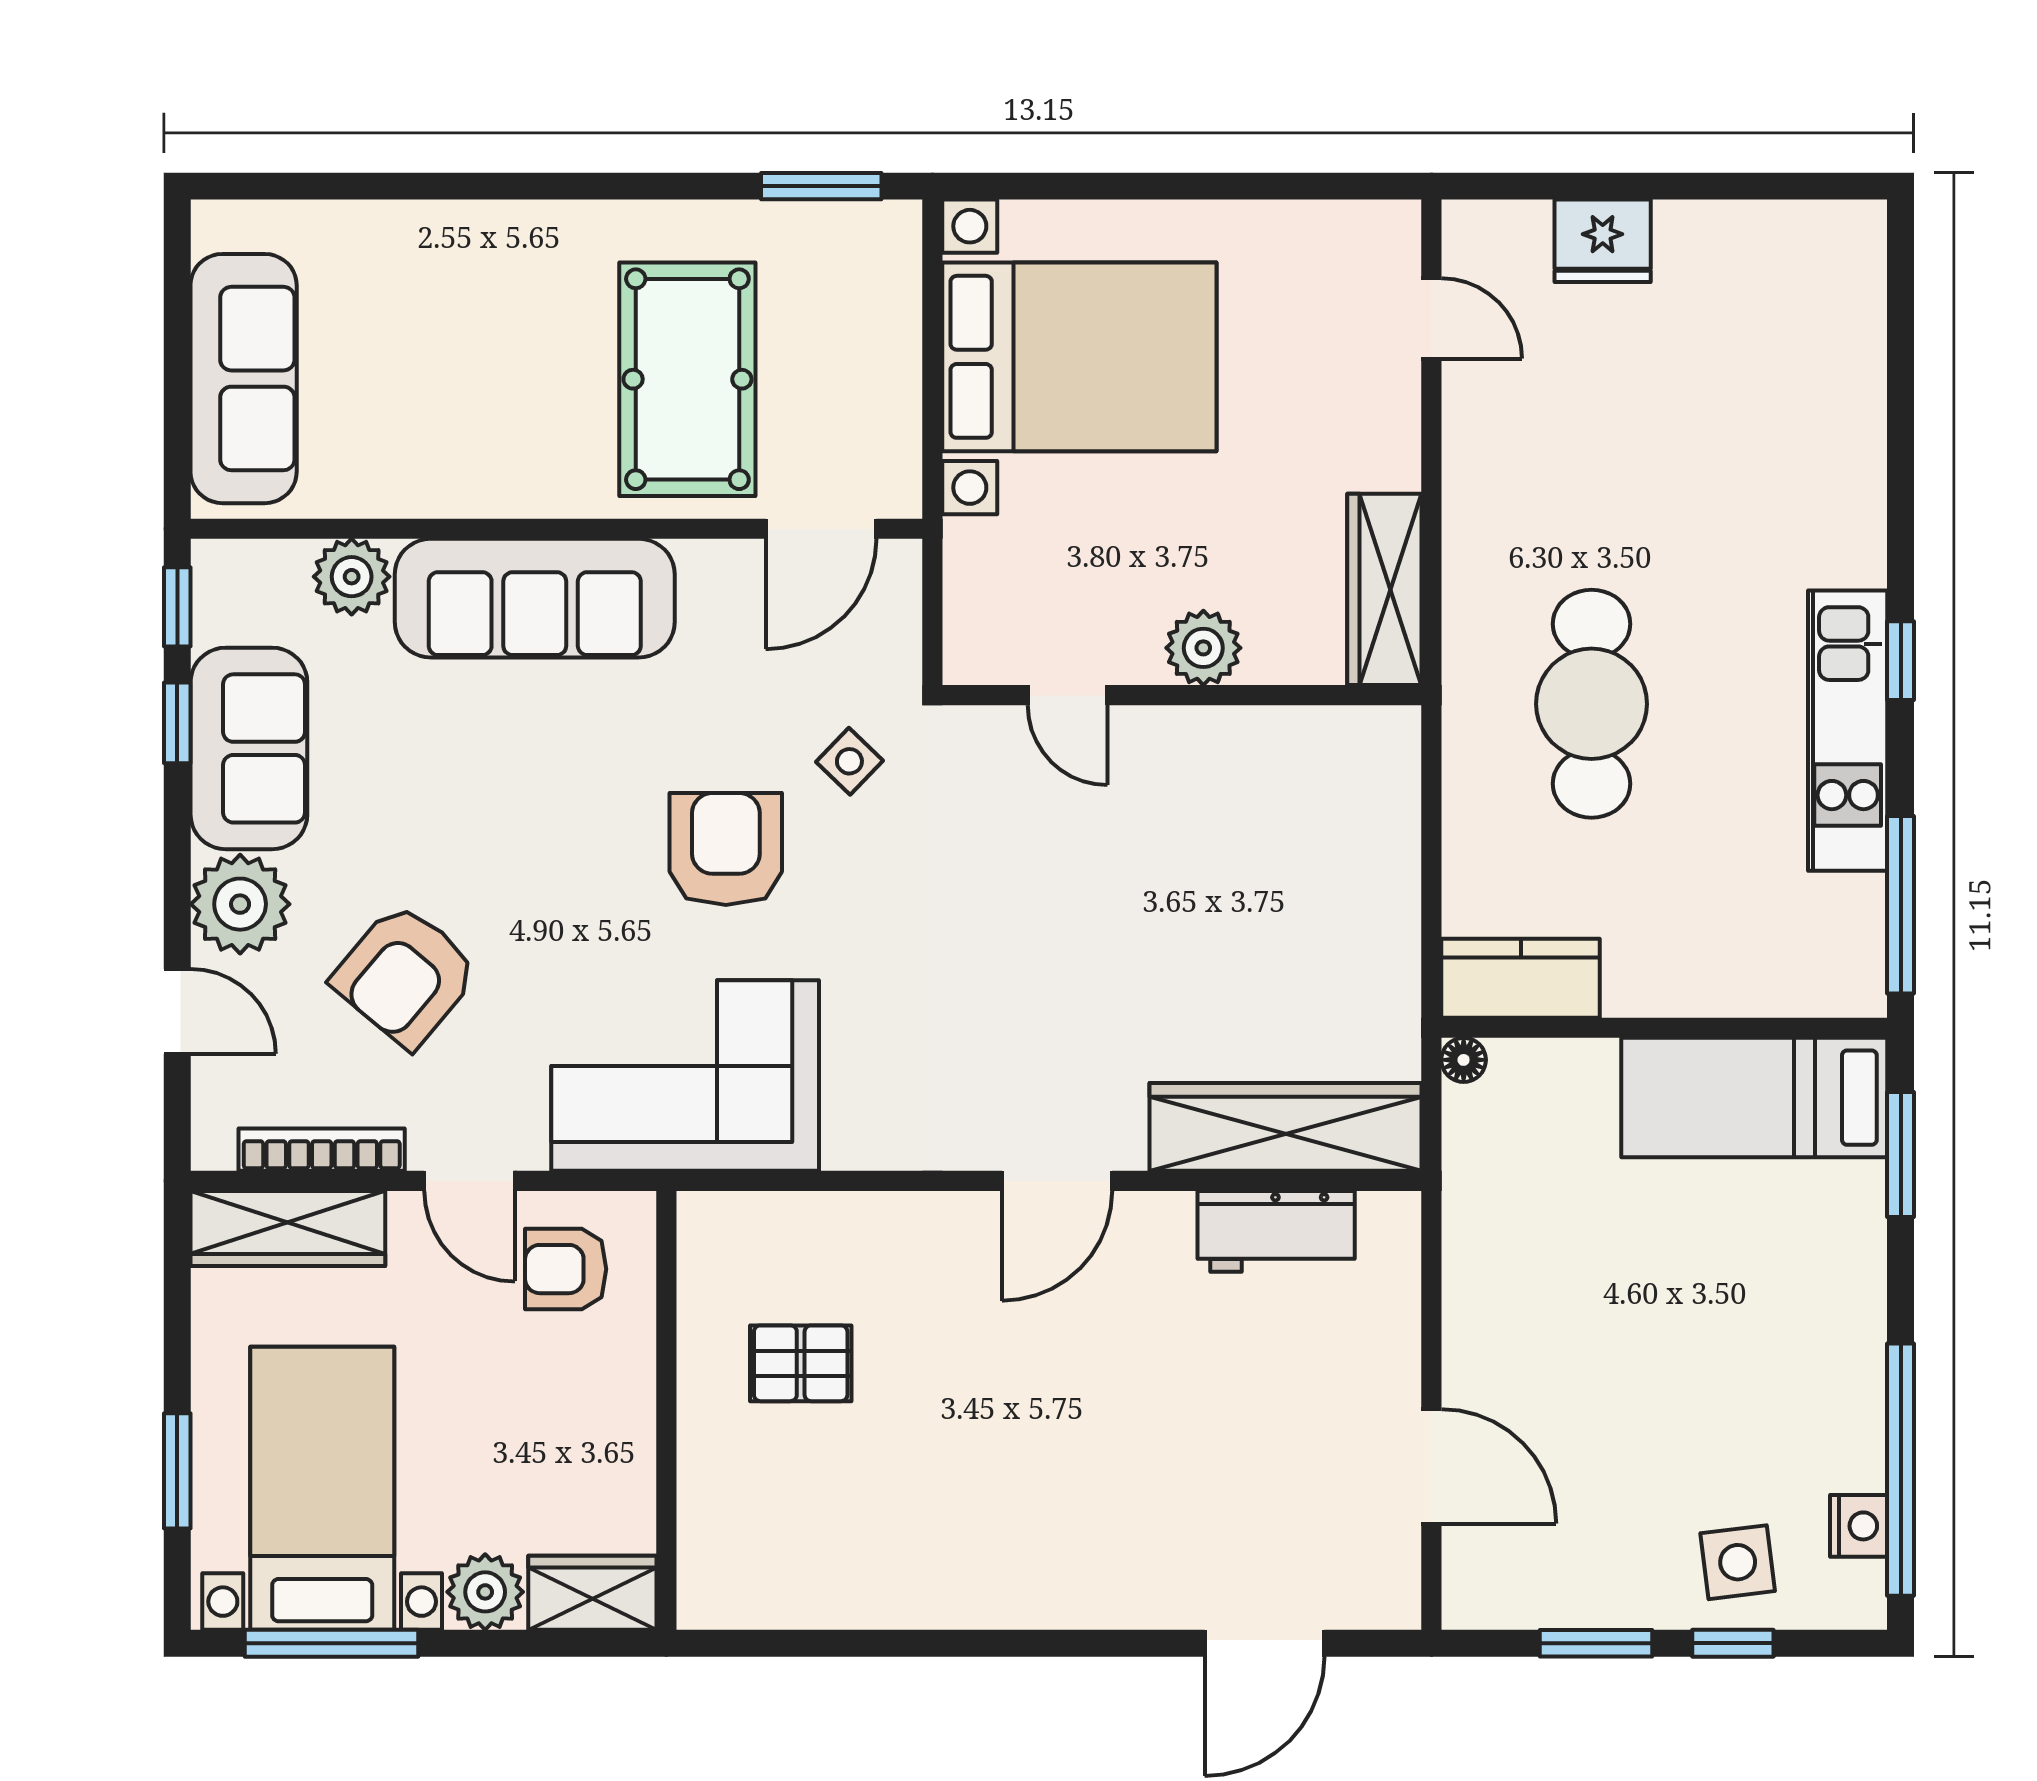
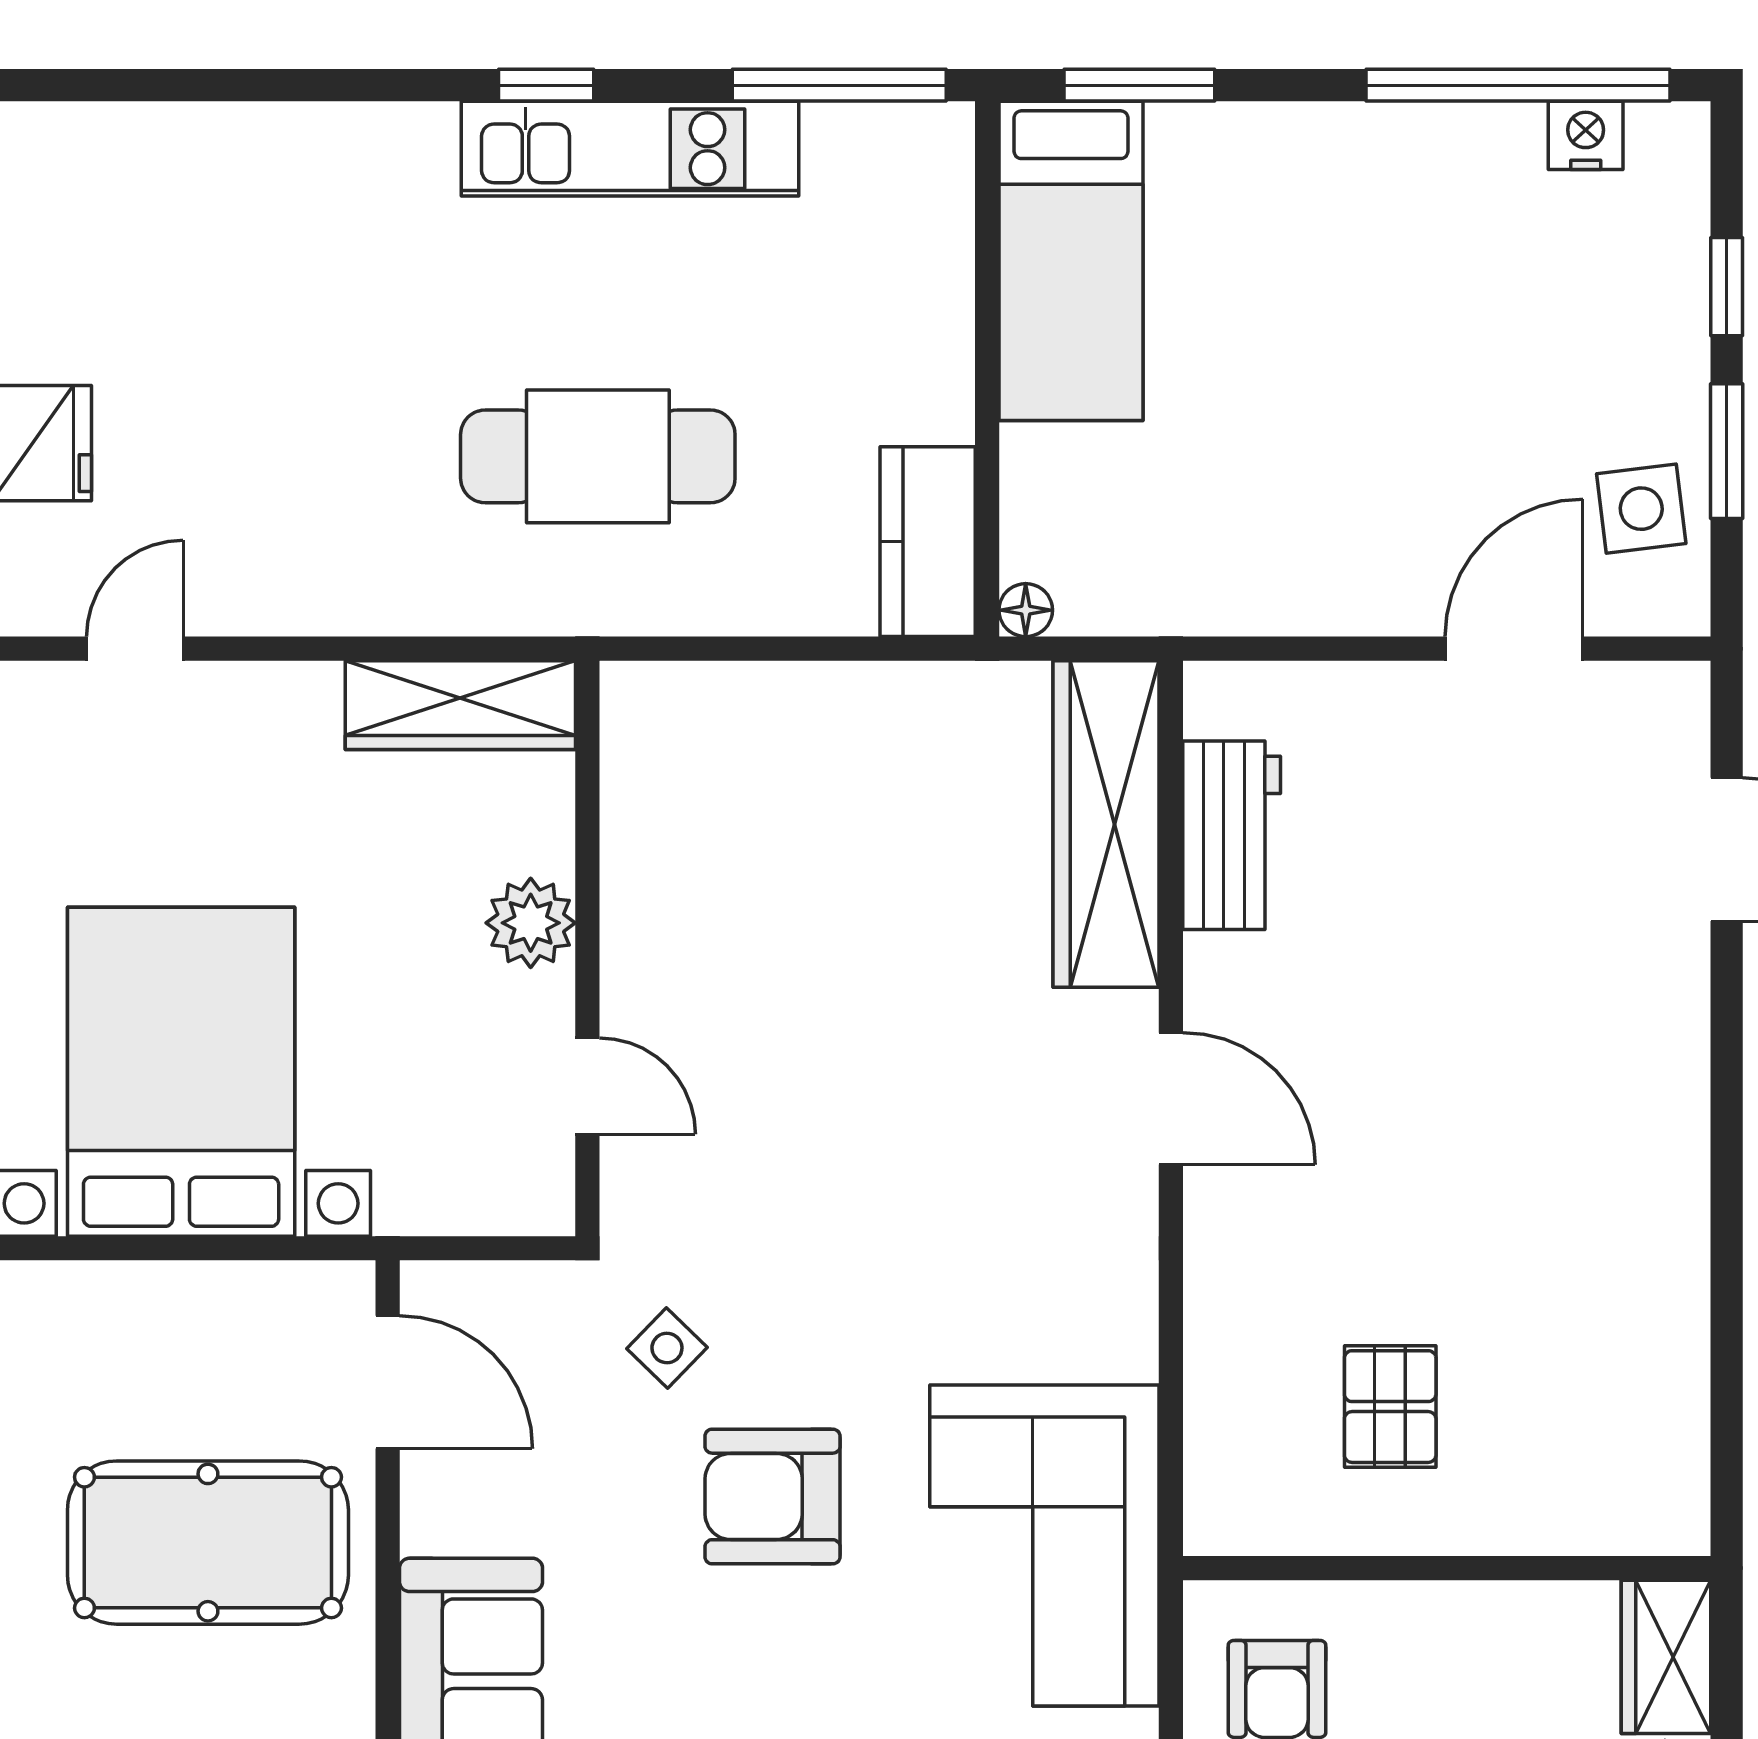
door: (1067, 695) -> (587, 1086), hinge flipped
side table: (1738, 1562) -> (1641, 509), moved

